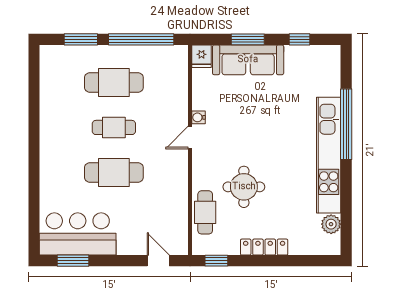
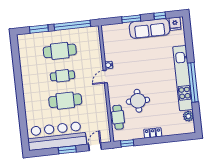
fridge: (201, 56) -> (175, 24), moved
sofa: (248, 60) -> (149, 28), moved
window: (346, 124) -> (193, 82), moved
bar counter: (78, 234) -> (57, 136), width x1.36
locker: (264, 247) -> (153, 133), width x0.66
window: (73, 261) -> (67, 150), moved
door: (158, 261) -> (95, 147), hinge flipped

